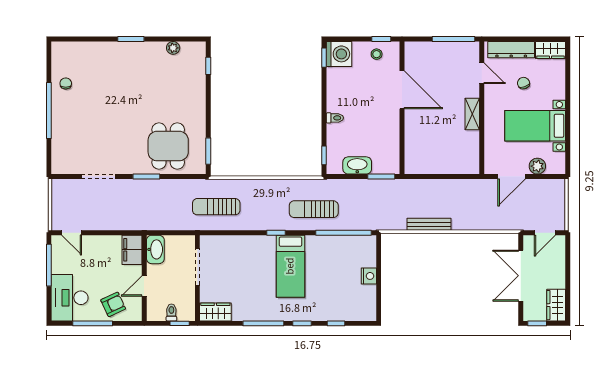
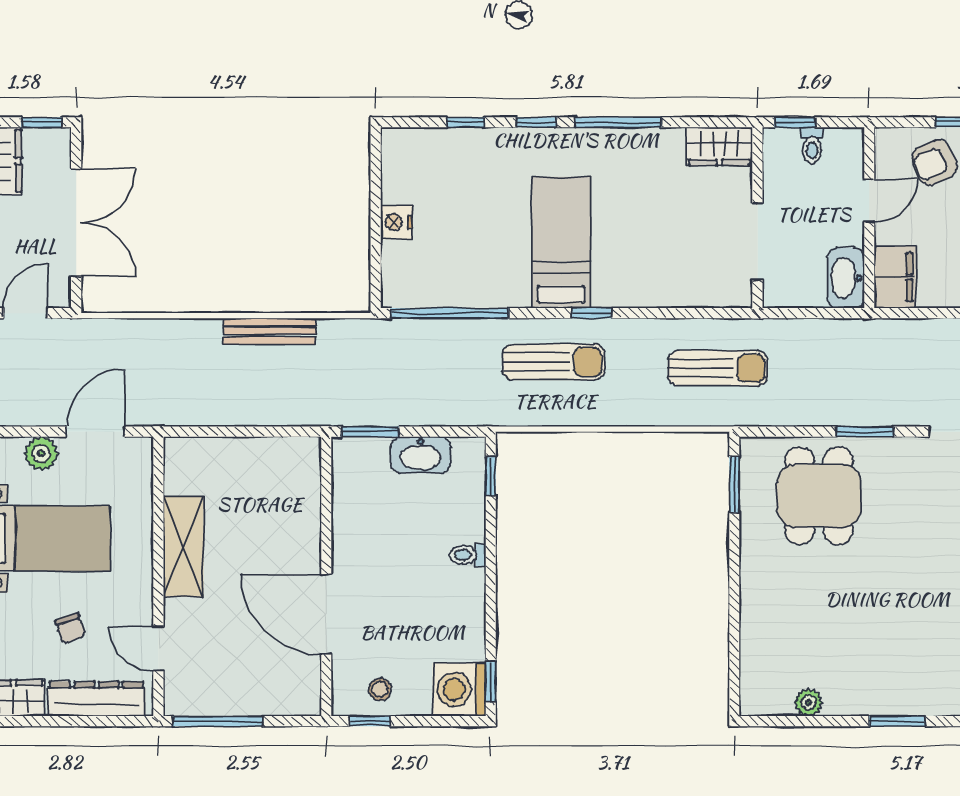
window: (208, 66) -> (734, 665), removed
shelving: (472, 114) -> (183, 546), width x1.50, depth x1.33
sun lounger: (314, 209) -> (553, 362), moved

